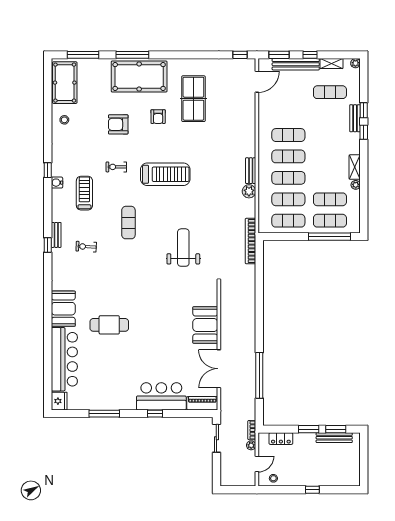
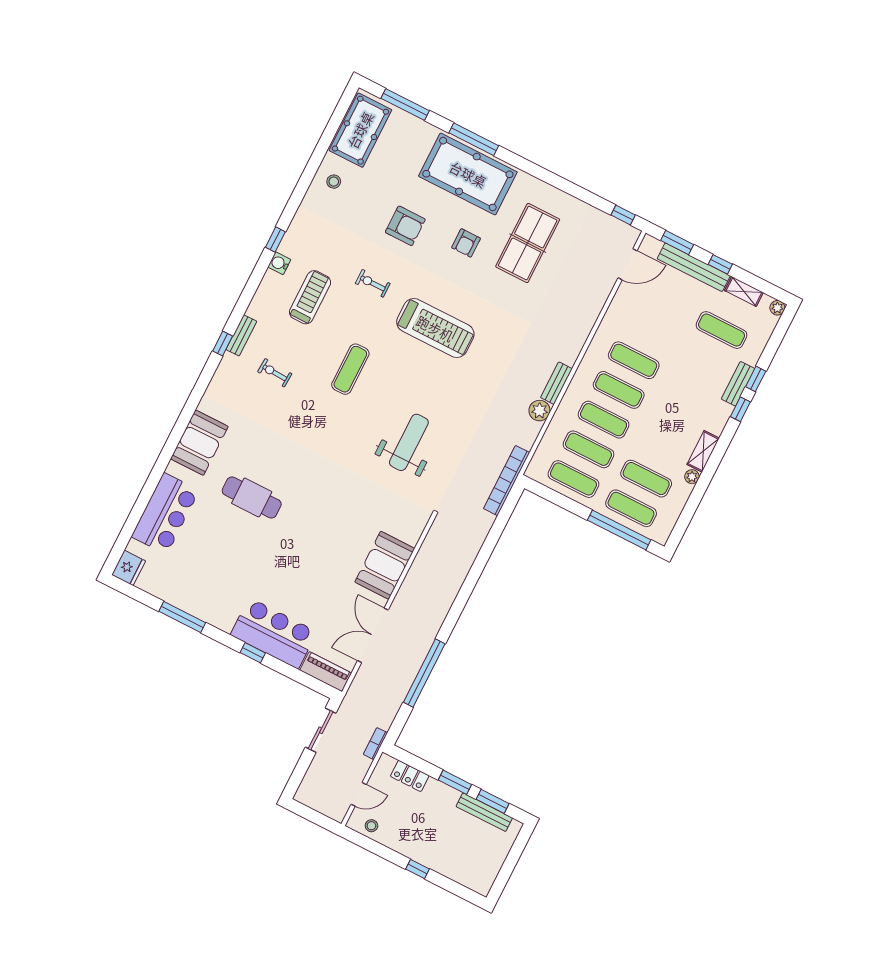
armchair: (118, 124) -> (405, 226), turned 180
bar counter: (64, 359) -> (165, 514), width x0.73
plant: (251, 445) -> (364, 764), removed

